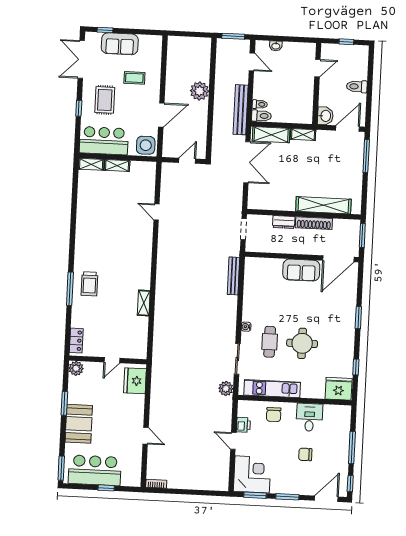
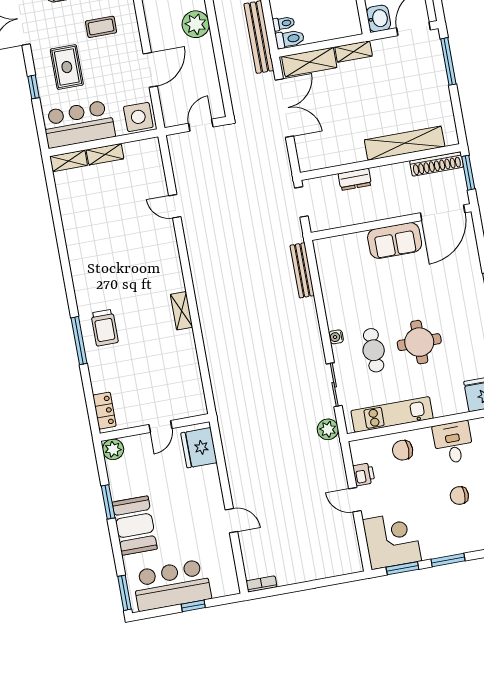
shoe rack: (314, 223) -> (437, 164), moved
shelving: (144, 303) -> (181, 311), moved
chair: (274, 415) -> (403, 450), turned 90

